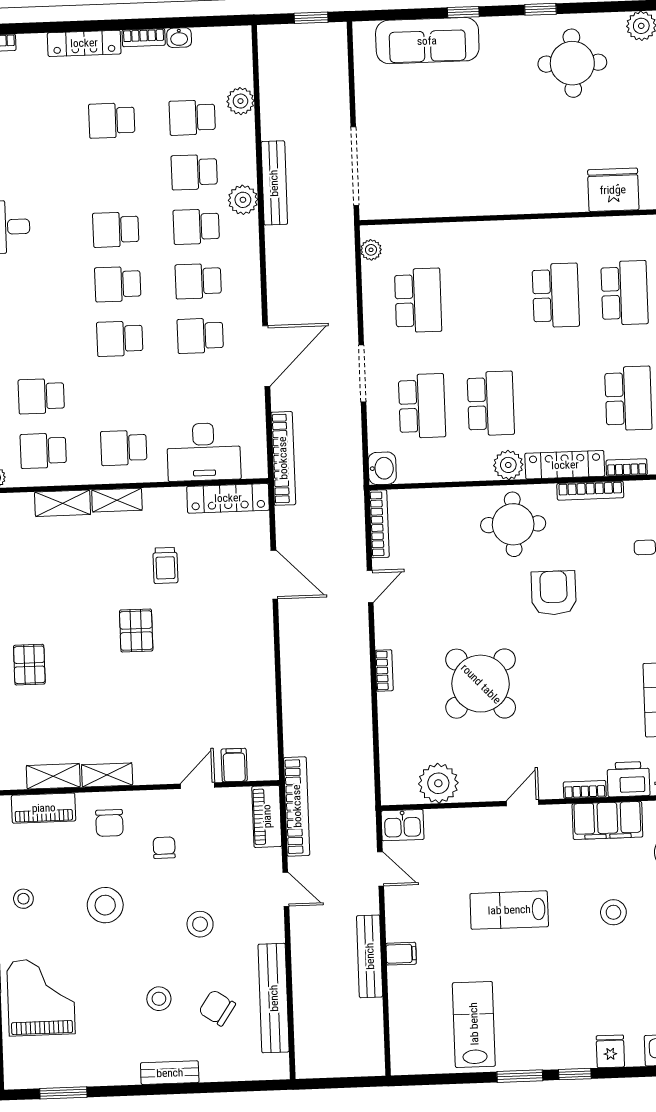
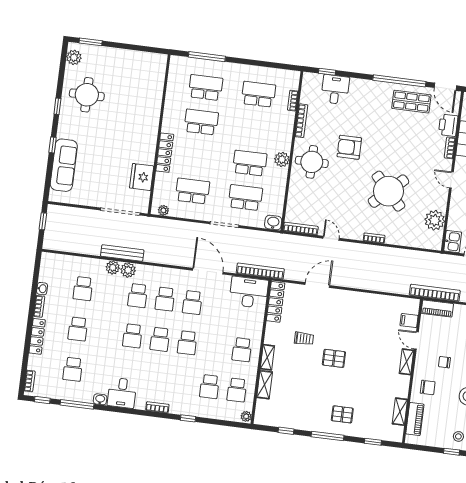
plant: (240, 101) -> (113, 268), moved
school desk: (194, 172) -> (73, 369), moved
fridge: (613, 190) -> (142, 177), moved
desk: (204, 452) -> (249, 292), moved, turned -90
locker: (565, 465) -> (165, 153), moved, turned 180
shelving: (107, 775) -> (406, 362), moved

